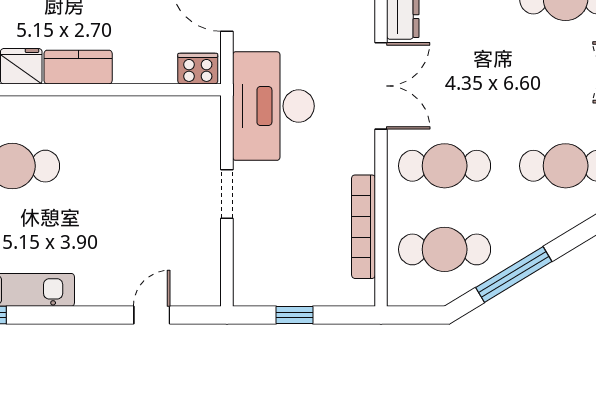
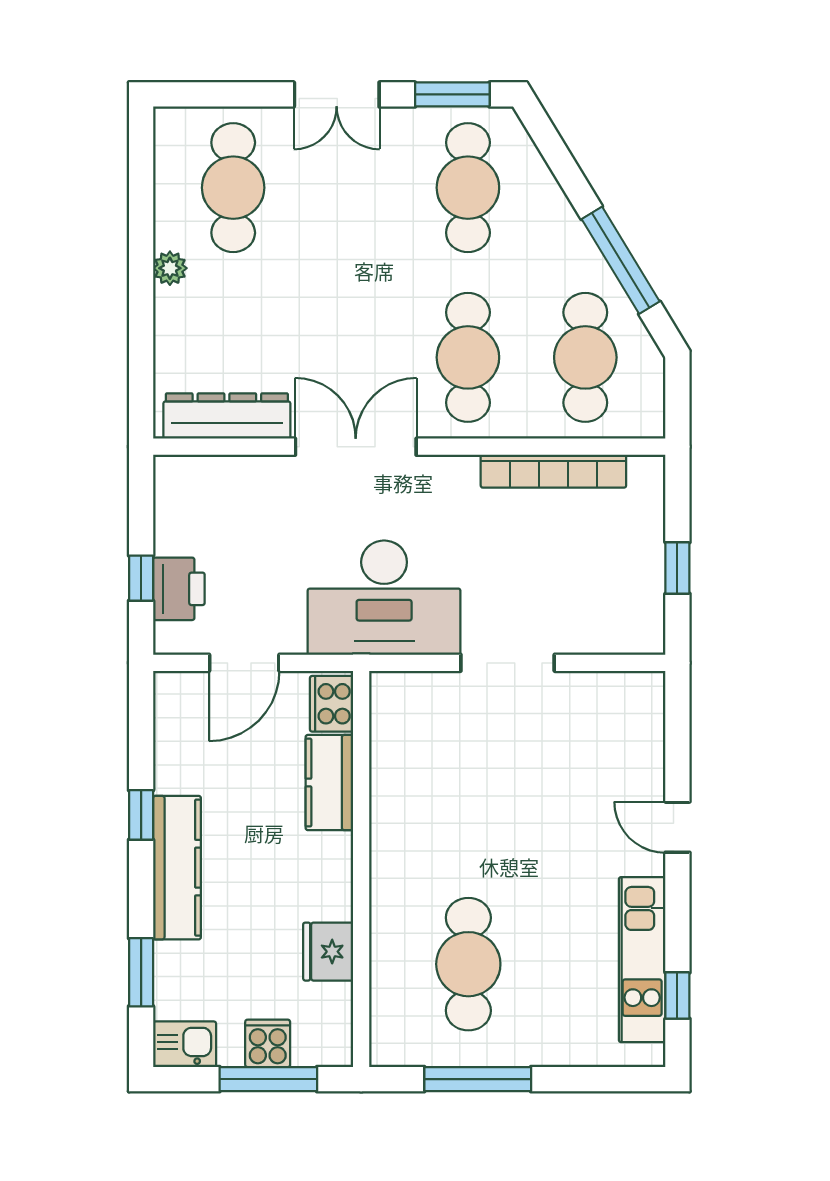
kitchen counter: (78, 67) -> (329, 783), moved
doorway: (227, 194) -> (508, 663), width x1.38
door: (152, 315) -> (677, 827), moved

